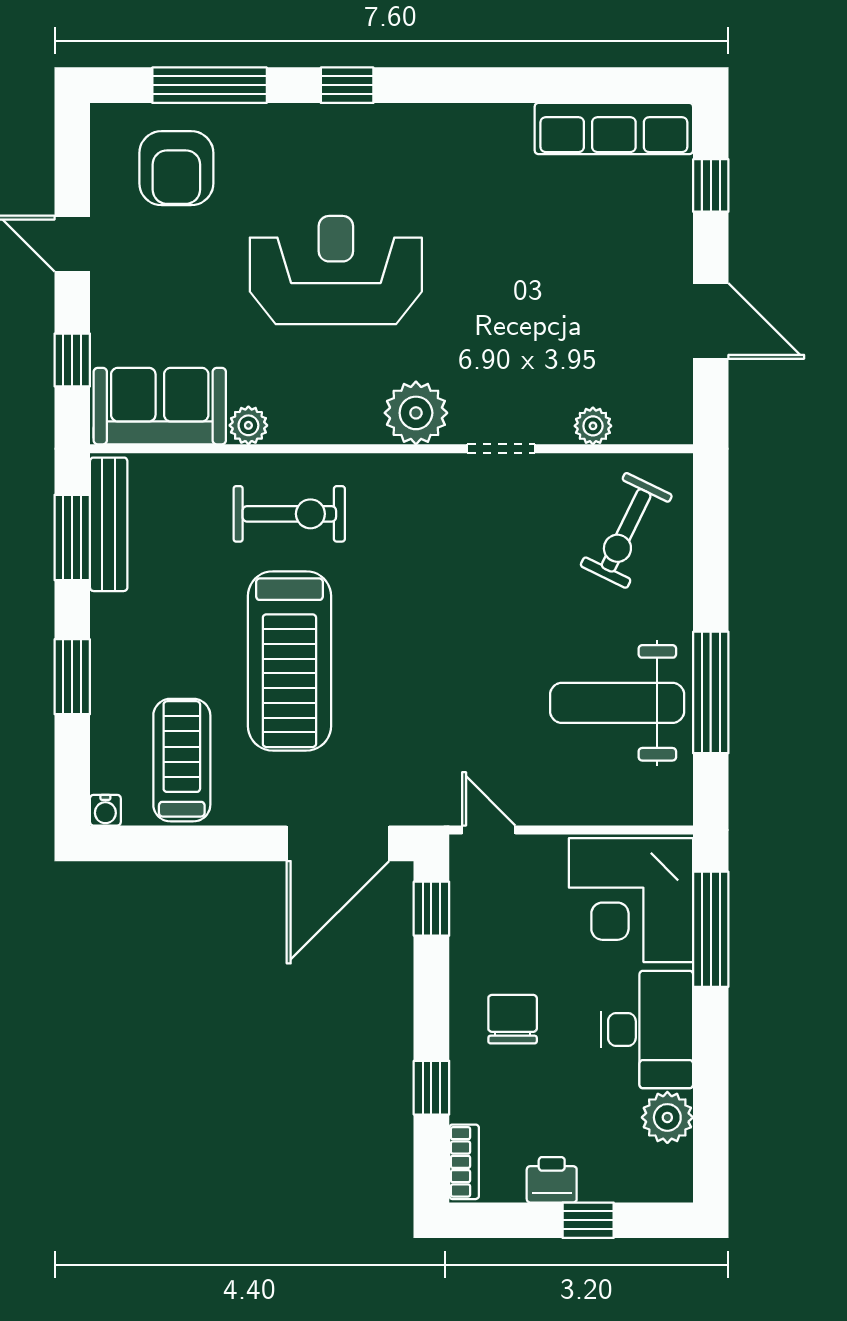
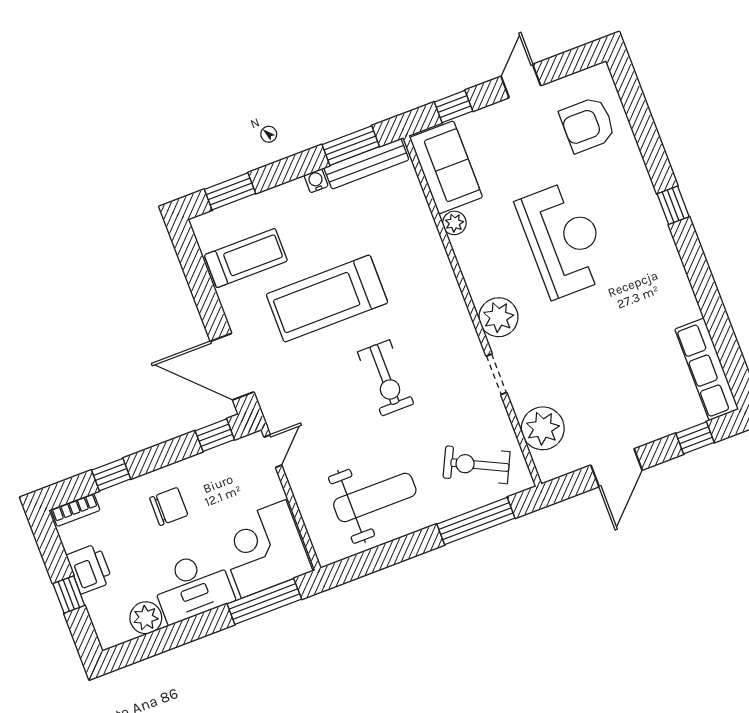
window: (210, 85) -> (643, 126), removed
plant: (593, 426) -> (543, 428), width x1.88, depth x1.88
exercise bike: (289, 514) -> (386, 378), moved
window: (72, 677) -> (230, 191), moved
window: (711, 692) -> (476, 521), moved
weight bench: (617, 703) -> (375, 497), turned 90
water cooler: (105, 810) -> (316, 181), moved, turned 90
printer: (552, 1180) -> (89, 569), width x1.36, depth x1.24

